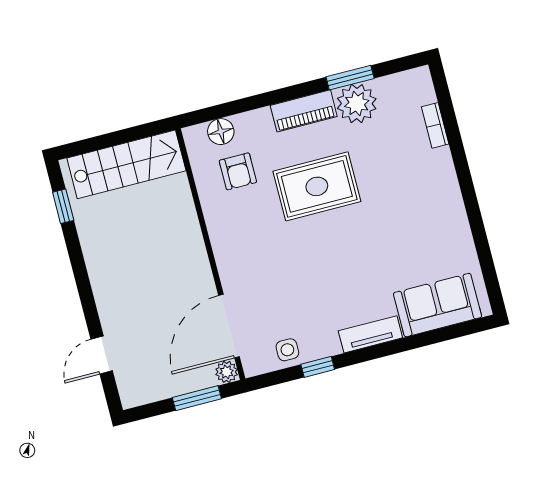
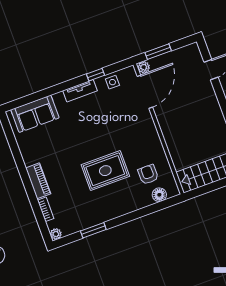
plant: (357, 104) -> (56, 234), moved, width x0.53, depth x0.53
piano: (304, 111) -> (38, 181), moved, turned 90
tv unit: (370, 334) -> (80, 91), moved

